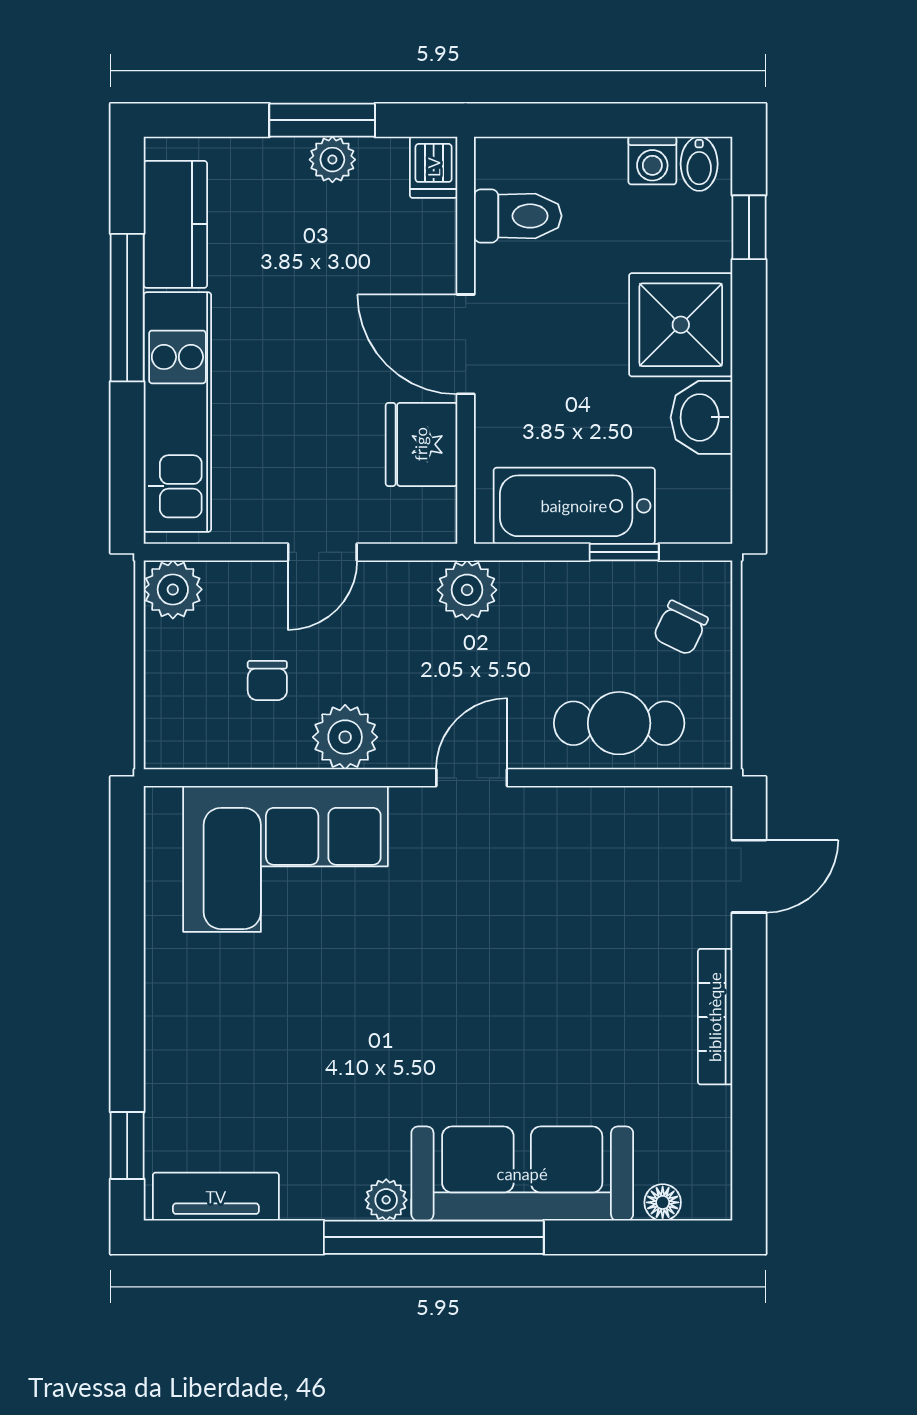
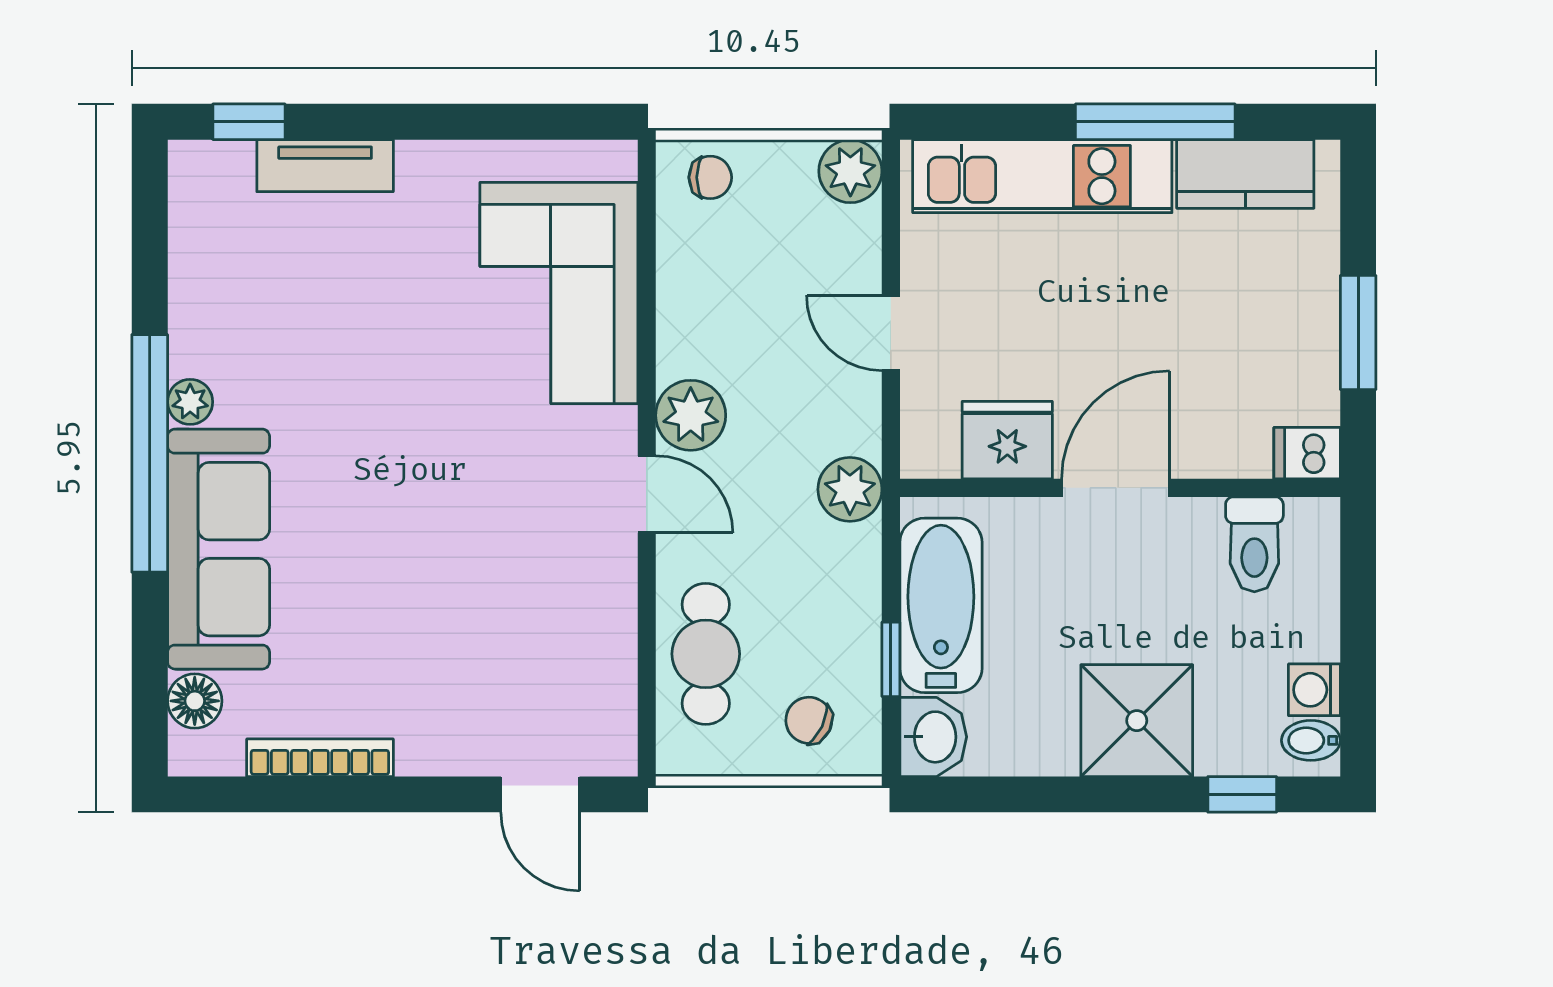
plant: (332, 160) -> (1315, 344), removed
washbasin: (702, 417) -> (933, 737), moved, turned 90
chair: (267, 680) -> (710, 177), moved, turned 180
plant: (345, 737) -> (691, 415), moved
bookcase: (715, 1017) -> (320, 758), moved
tv unit: (216, 1197) -> (325, 166), moved, turned 90
floor lamp: (663, 1202) -> (195, 701), width x1.37, depth x1.37

